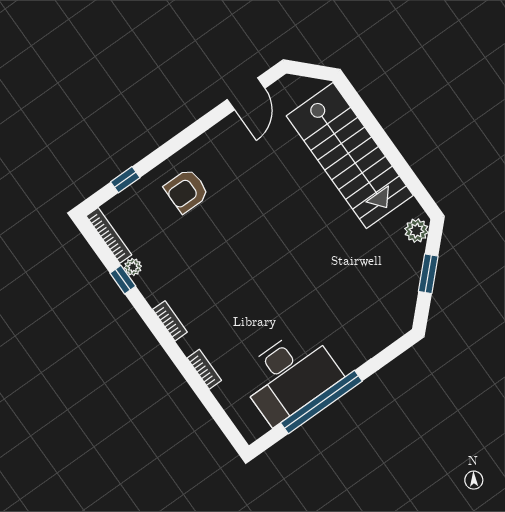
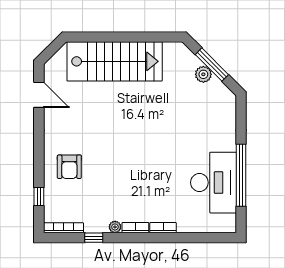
plant: (416, 231) -> (203, 74), moved
plant: (133, 267) -> (115, 227), moved
window: (428, 274) -> (212, 65), width x1.44
bookcase: (204, 369) -> (163, 228), moved

